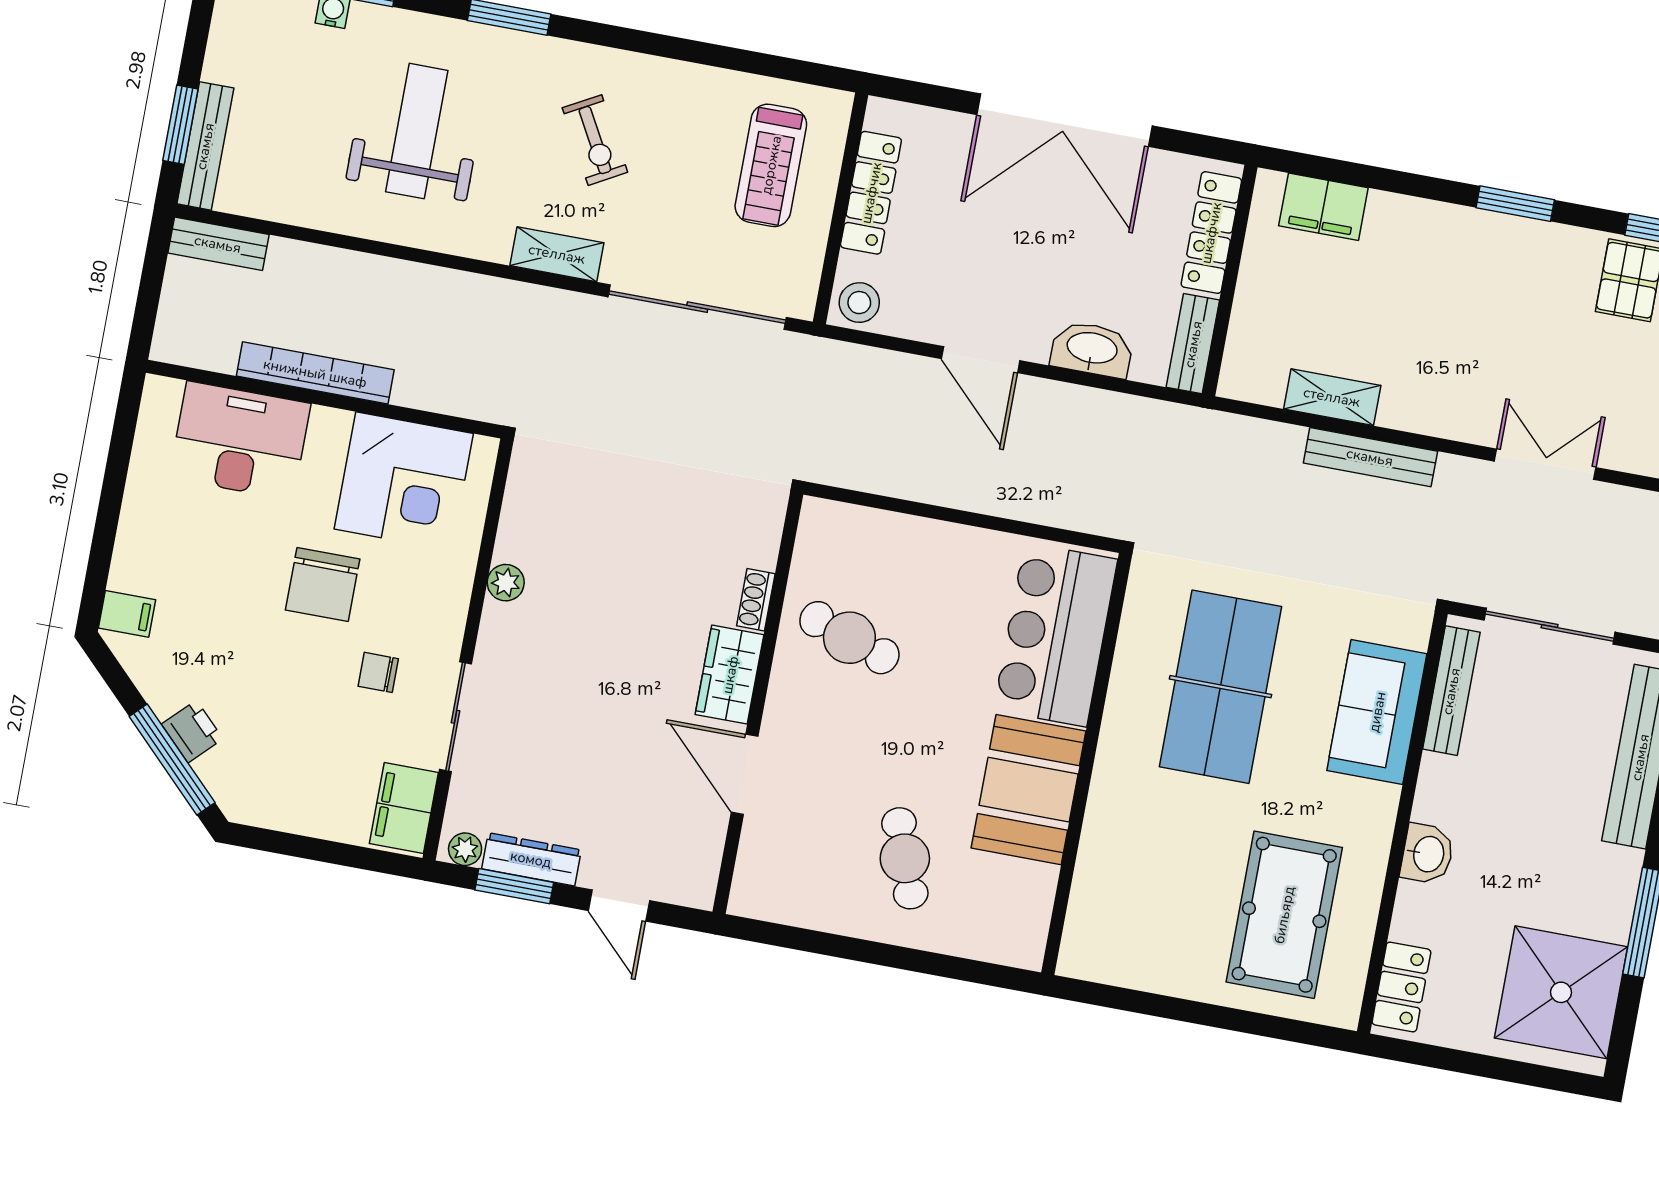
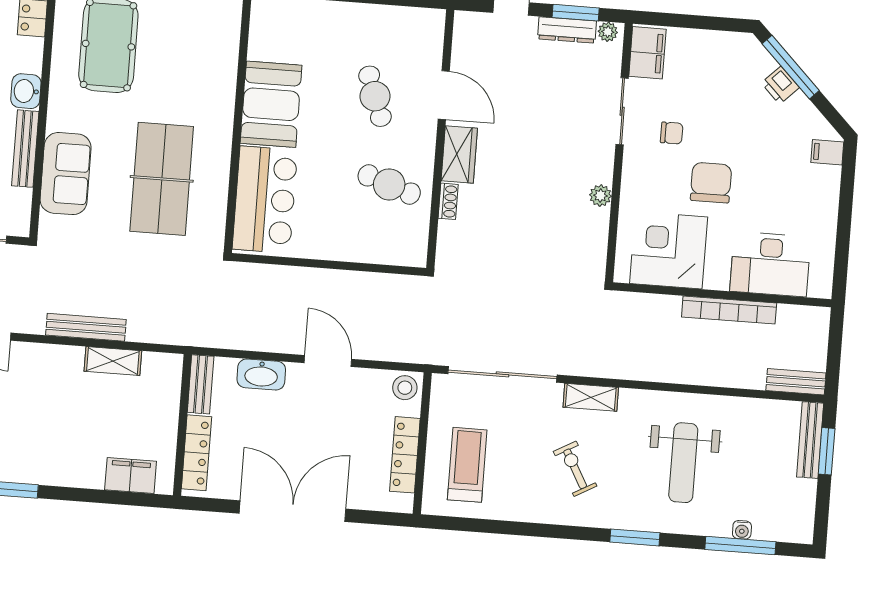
bench: (1451, 691) -> (25, 149), moved
cafe table: (905, 858) -> (375, 96), moved

